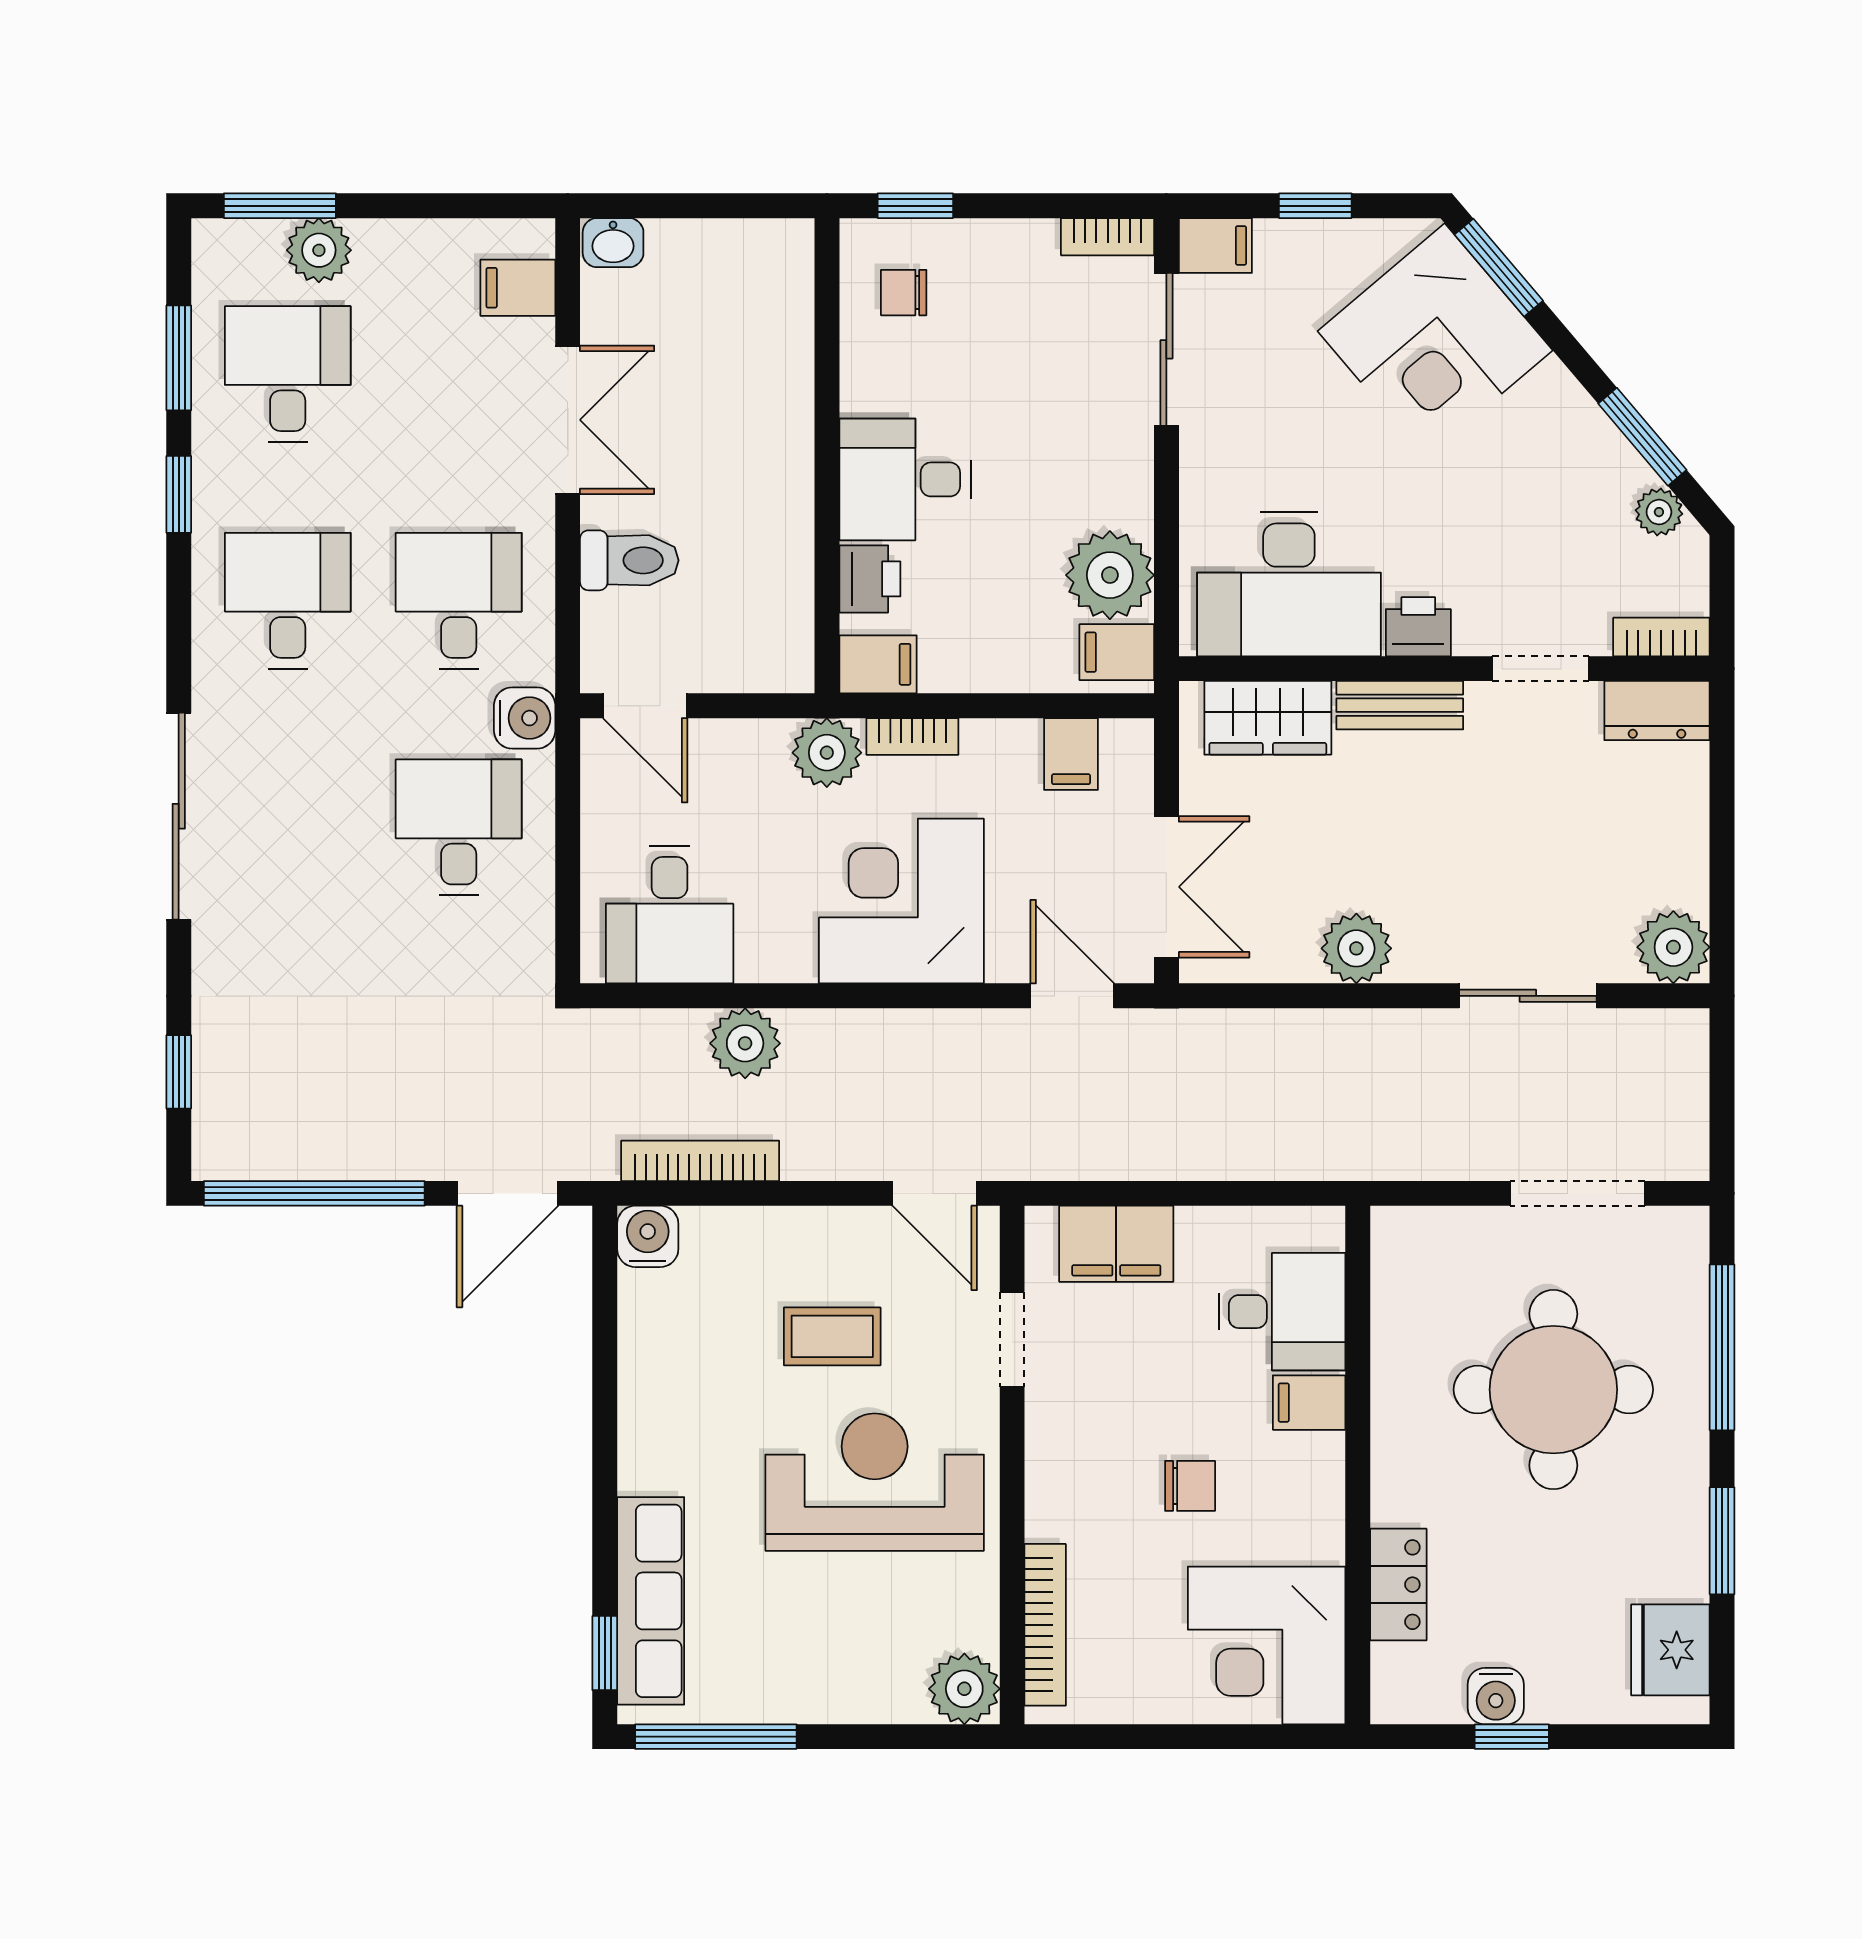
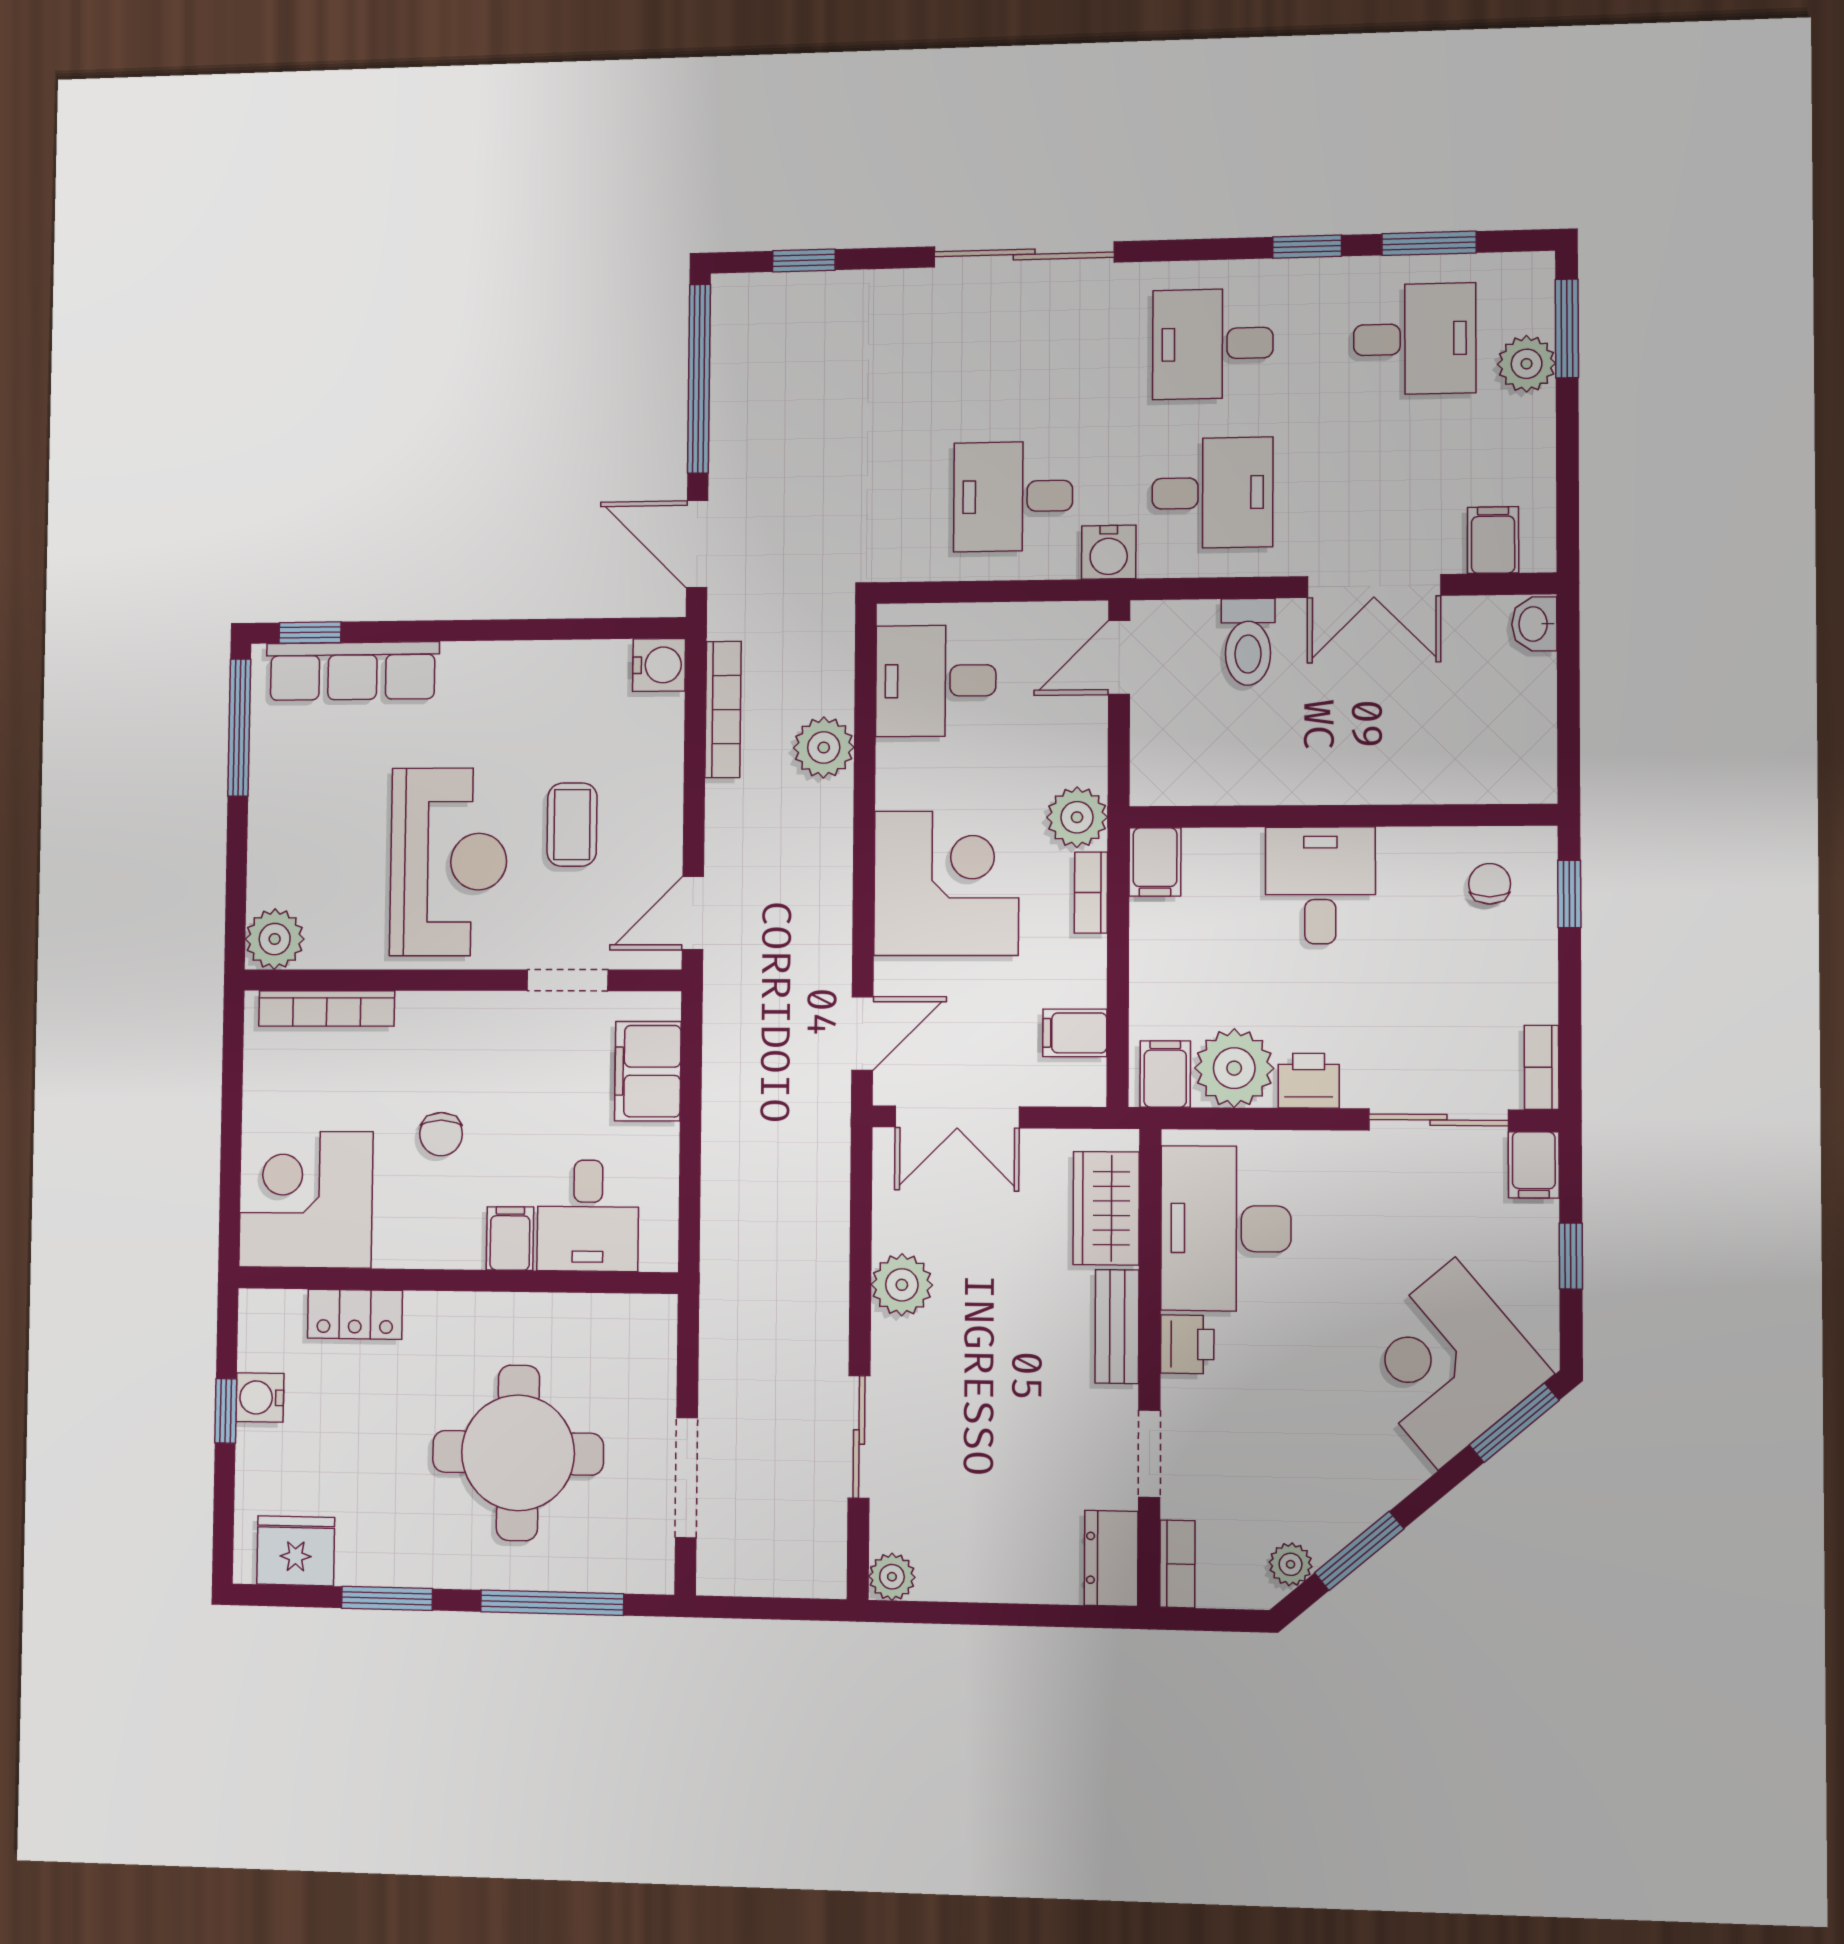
printer: (870, 579) -> (1309, 1081), moved, turned 180
desk: (288, 601) -> (1213, 344), turned 180
desk: (459, 827) -> (1013, 496), turned 180
plant: (1673, 947) -> (892, 1577), width x0.73, depth x0.73

